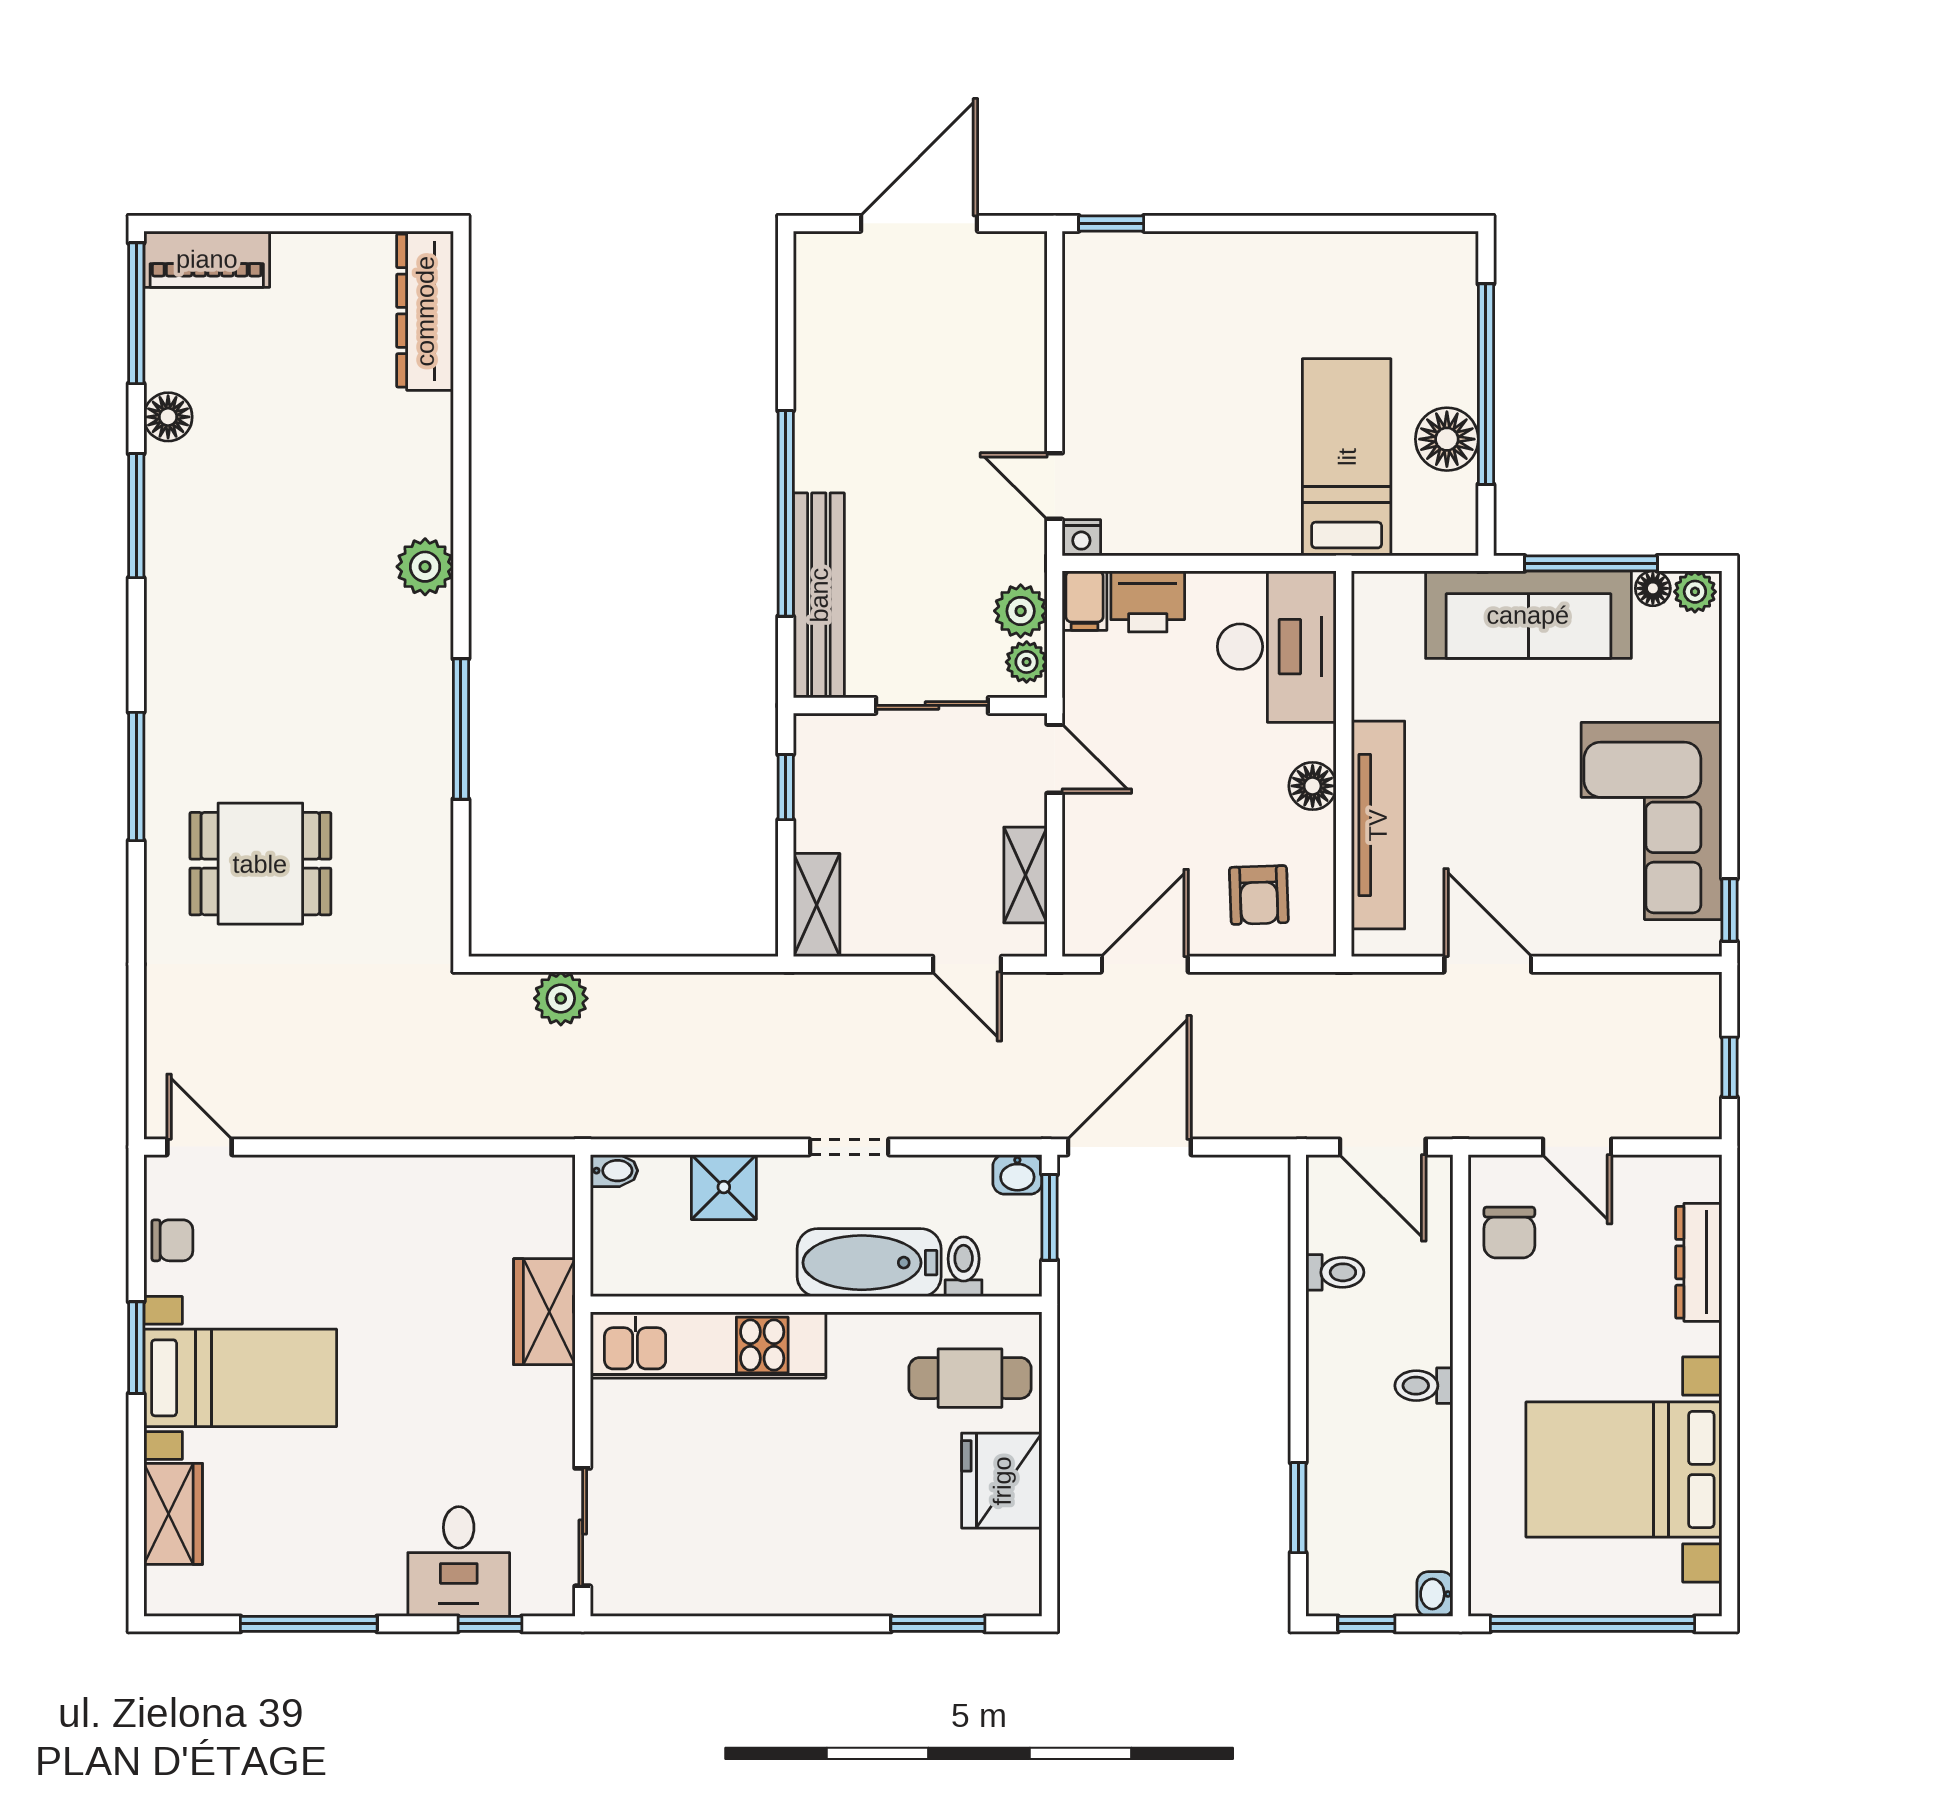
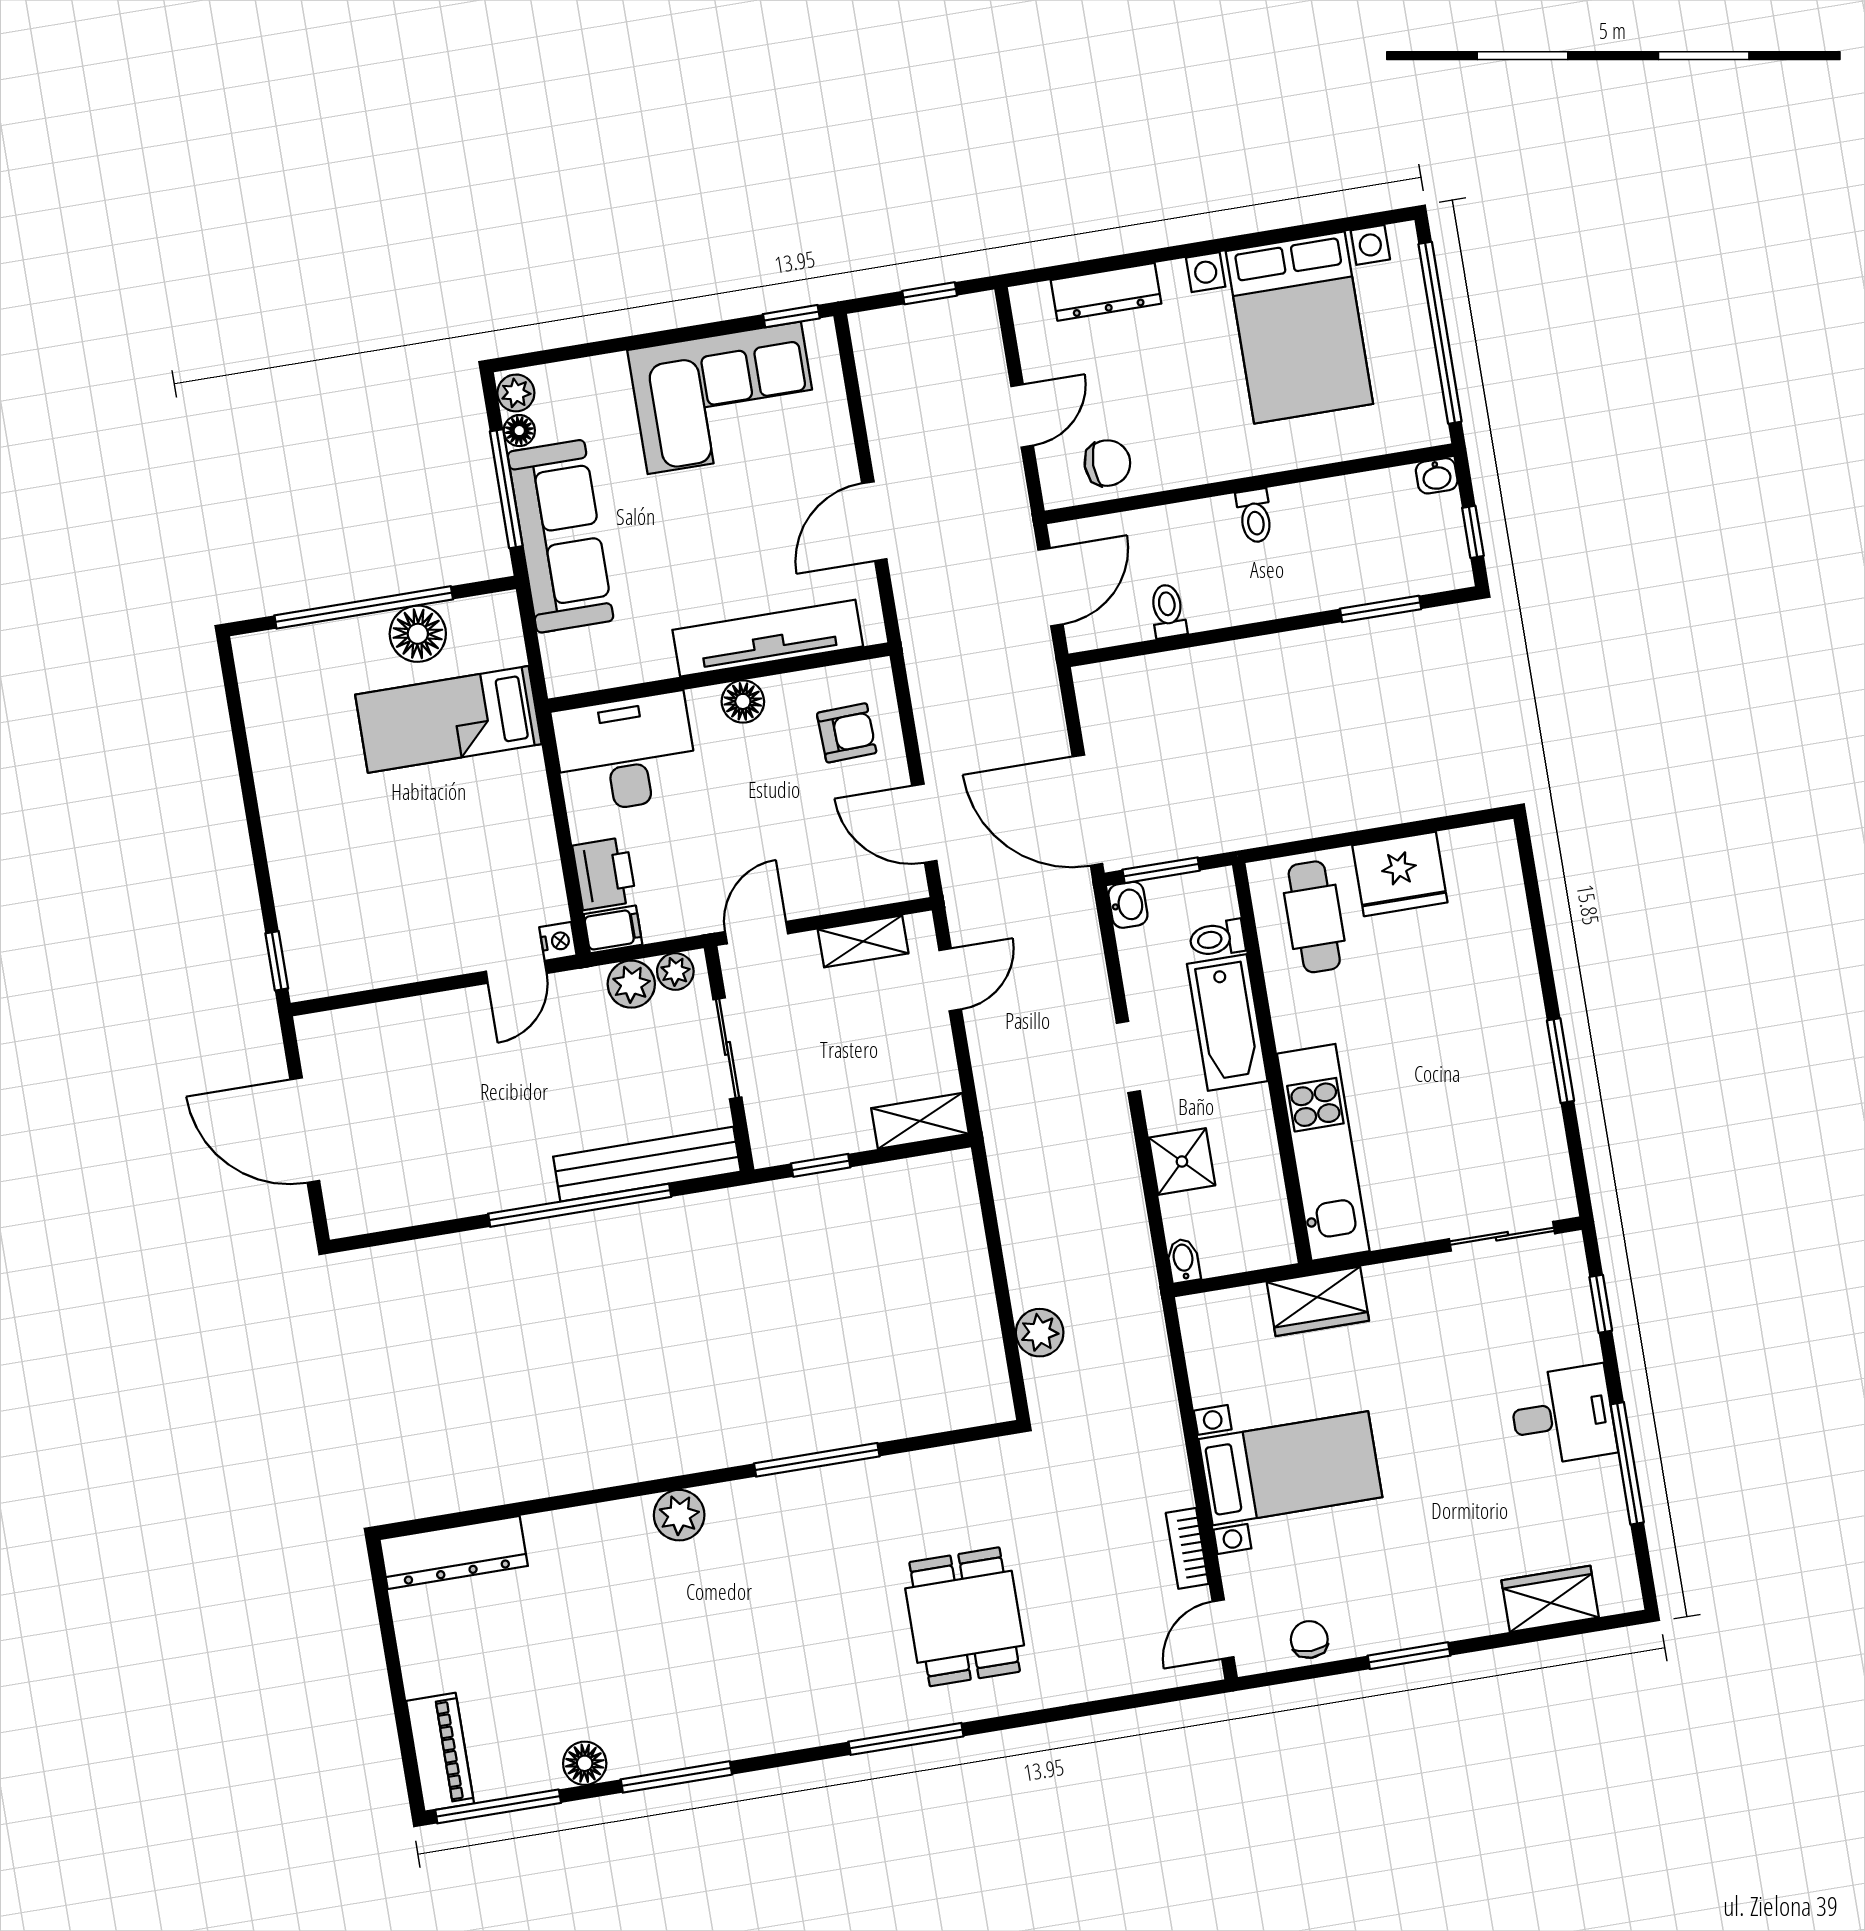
bookcase: (295, 1122) -> (1187, 1548), added
bed with nightstands: (240, 1378) -> (1290, 1468), moved, turned 90
desk: (459, 1561) -> (1563, 1415), moved
window: (938, 1624) -> (1561, 1061), moved

